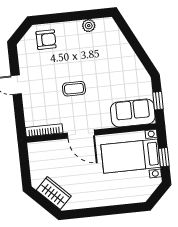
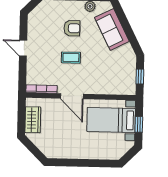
armchair: (46, 40) -> (72, 28), moved
sofa: (133, 113) -> (112, 29), moved, turned -117
wardrobe: (54, 193) -> (33, 120), moved, turned 45

